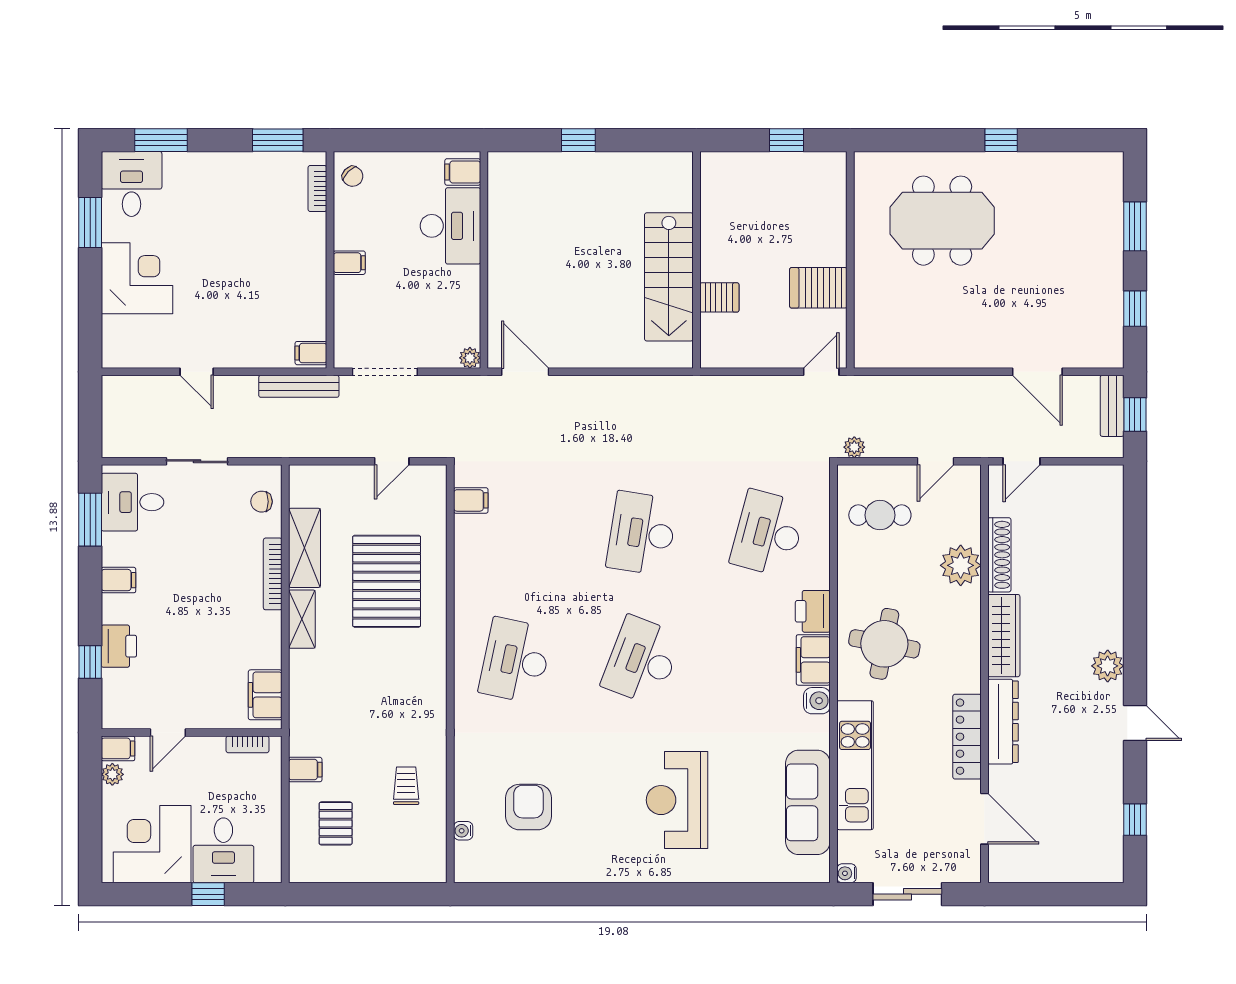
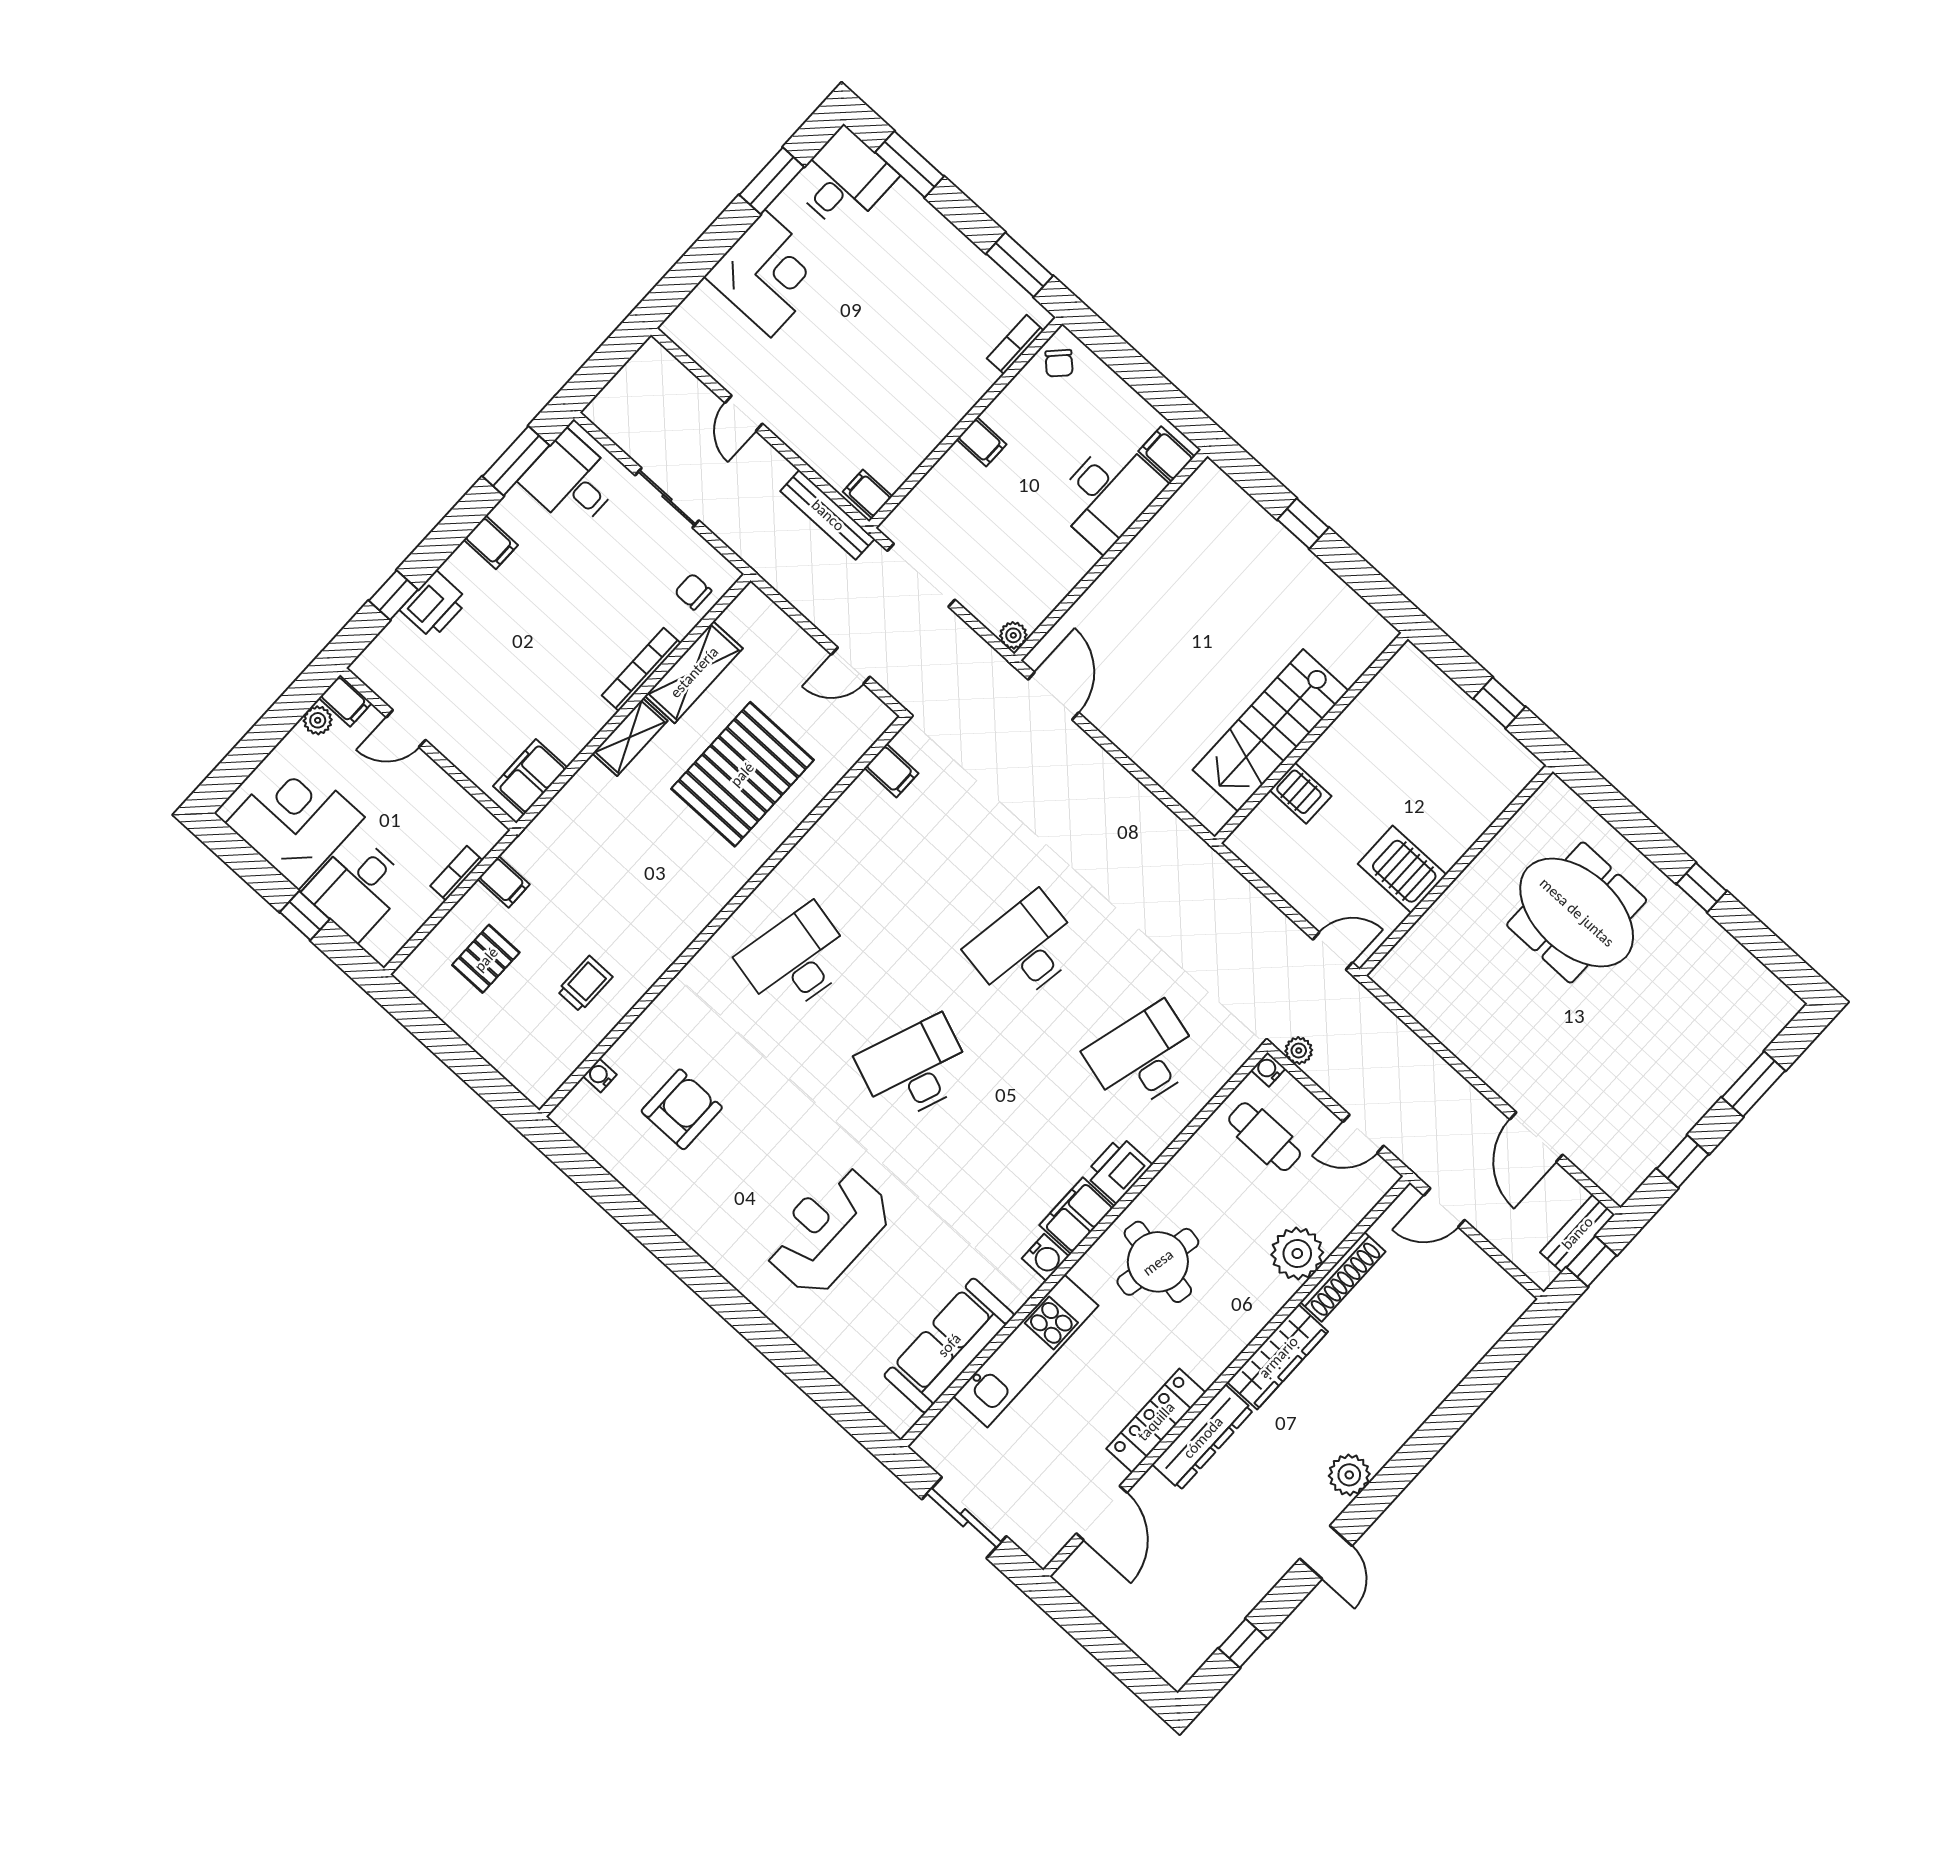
bookcase: (247, 744) -> (457, 873), moved, turned 90
water cooler: (846, 873) -> (1268, 1069), moved

